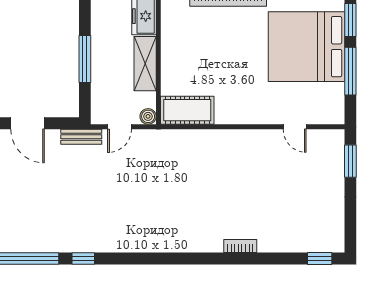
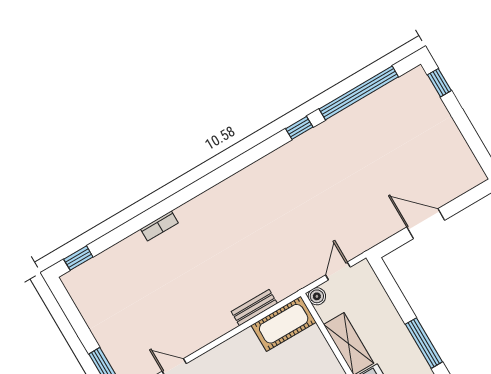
window: (85, 59) -> (424, 343), moved
bench: (81, 137) -> (254, 308), moved

